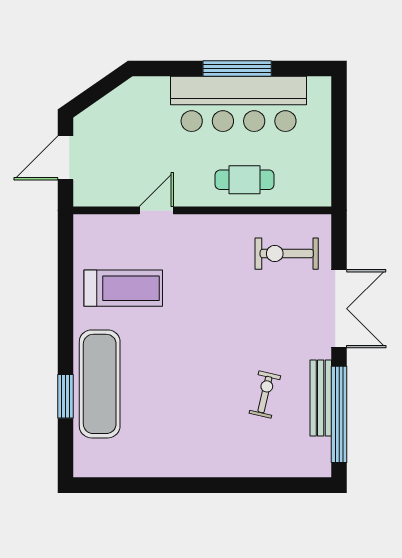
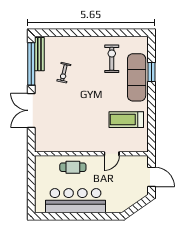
window: (237, 69) -> (76, 216), removed
door: (66, 158) -> (152, 177), hinge flipped
exercise bike: (287, 254) -> (112, 59), moved, turned -90
bench: (321, 398) -> (39, 54), moved

